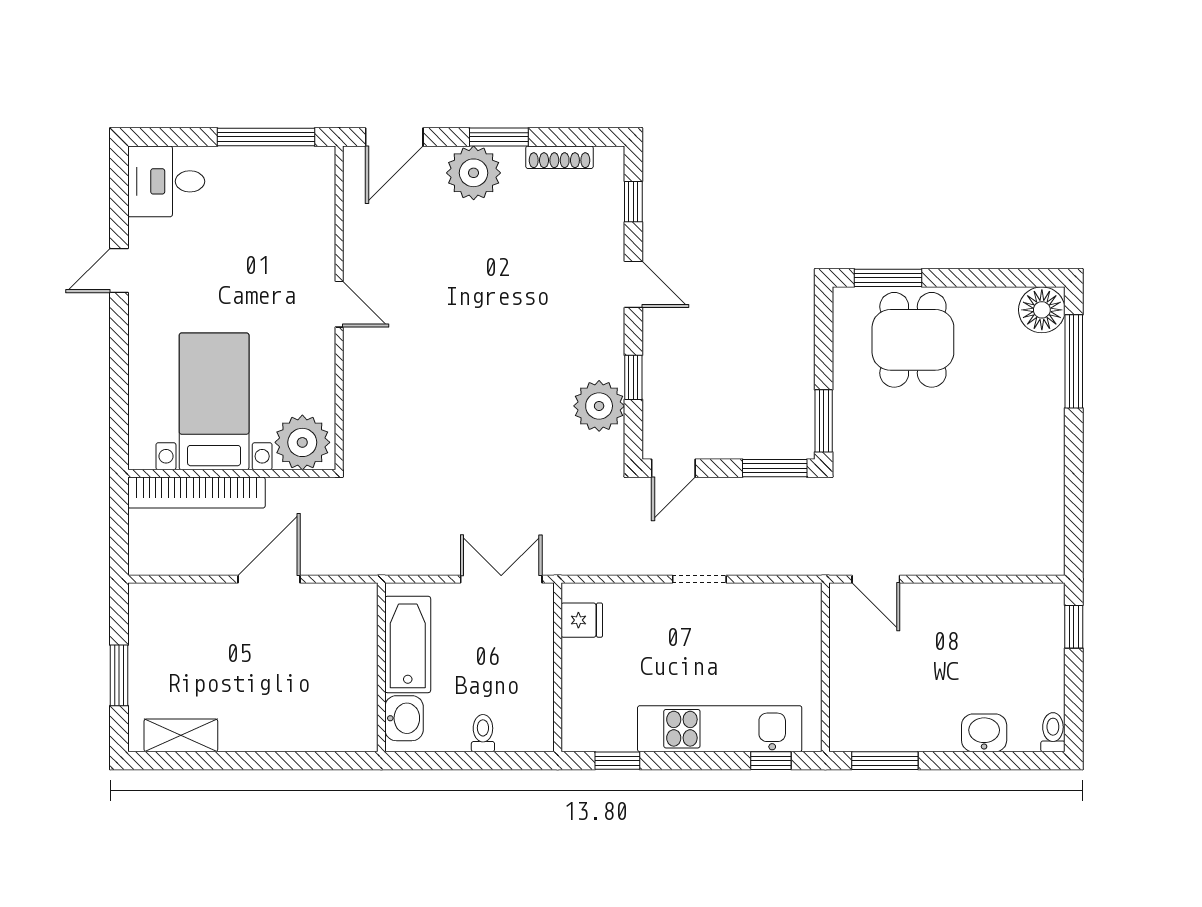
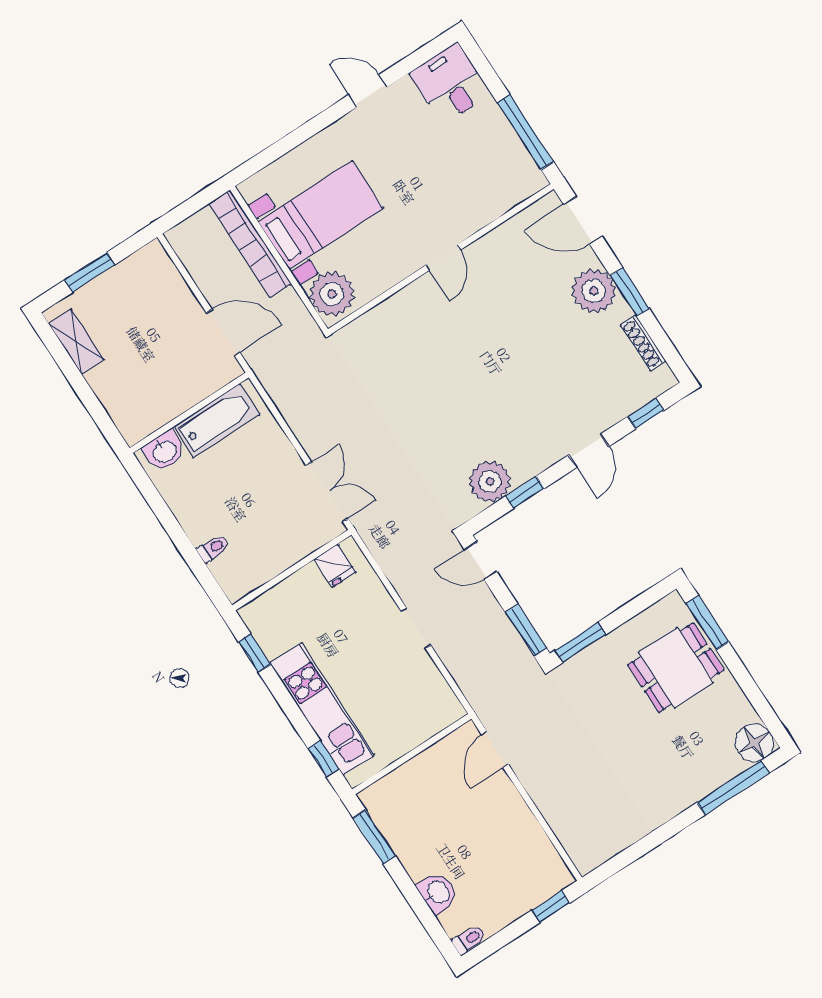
bathtub: (408, 644) -> (217, 421), moved
wall: (381, 667) -> (189, 413), moved
washbasin: (404, 718) -> (164, 451), moved

